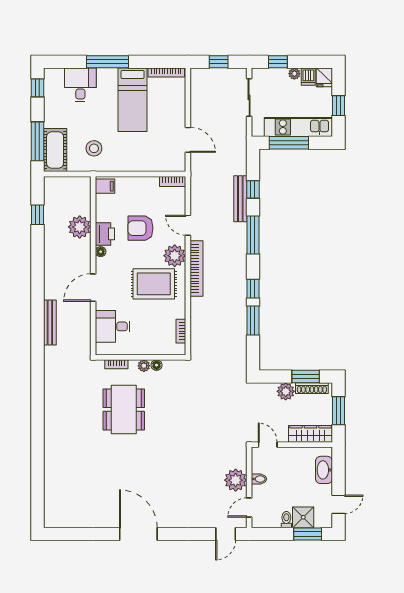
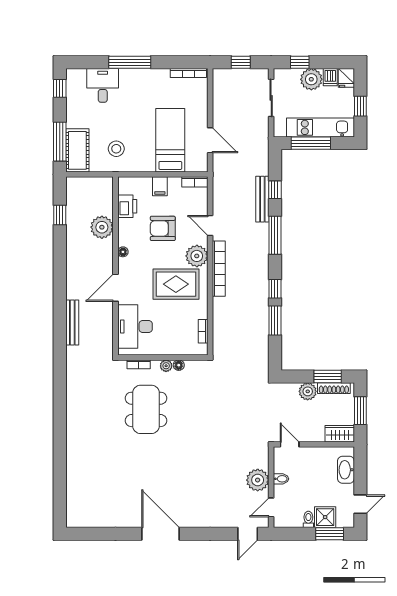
plant: (294, 74) -> (311, 79), width x1.88, depth x1.88
bed: (133, 100) -> (170, 140), moved, turned 180
filing cabinet: (105, 186) -> (160, 186), moved, turned 90
printer: (105, 234) -> (127, 206), moved
desk: (113, 326) -> (135, 326), width x1.37
wardrobe: (311, 434) -> (340, 434), width x0.67

